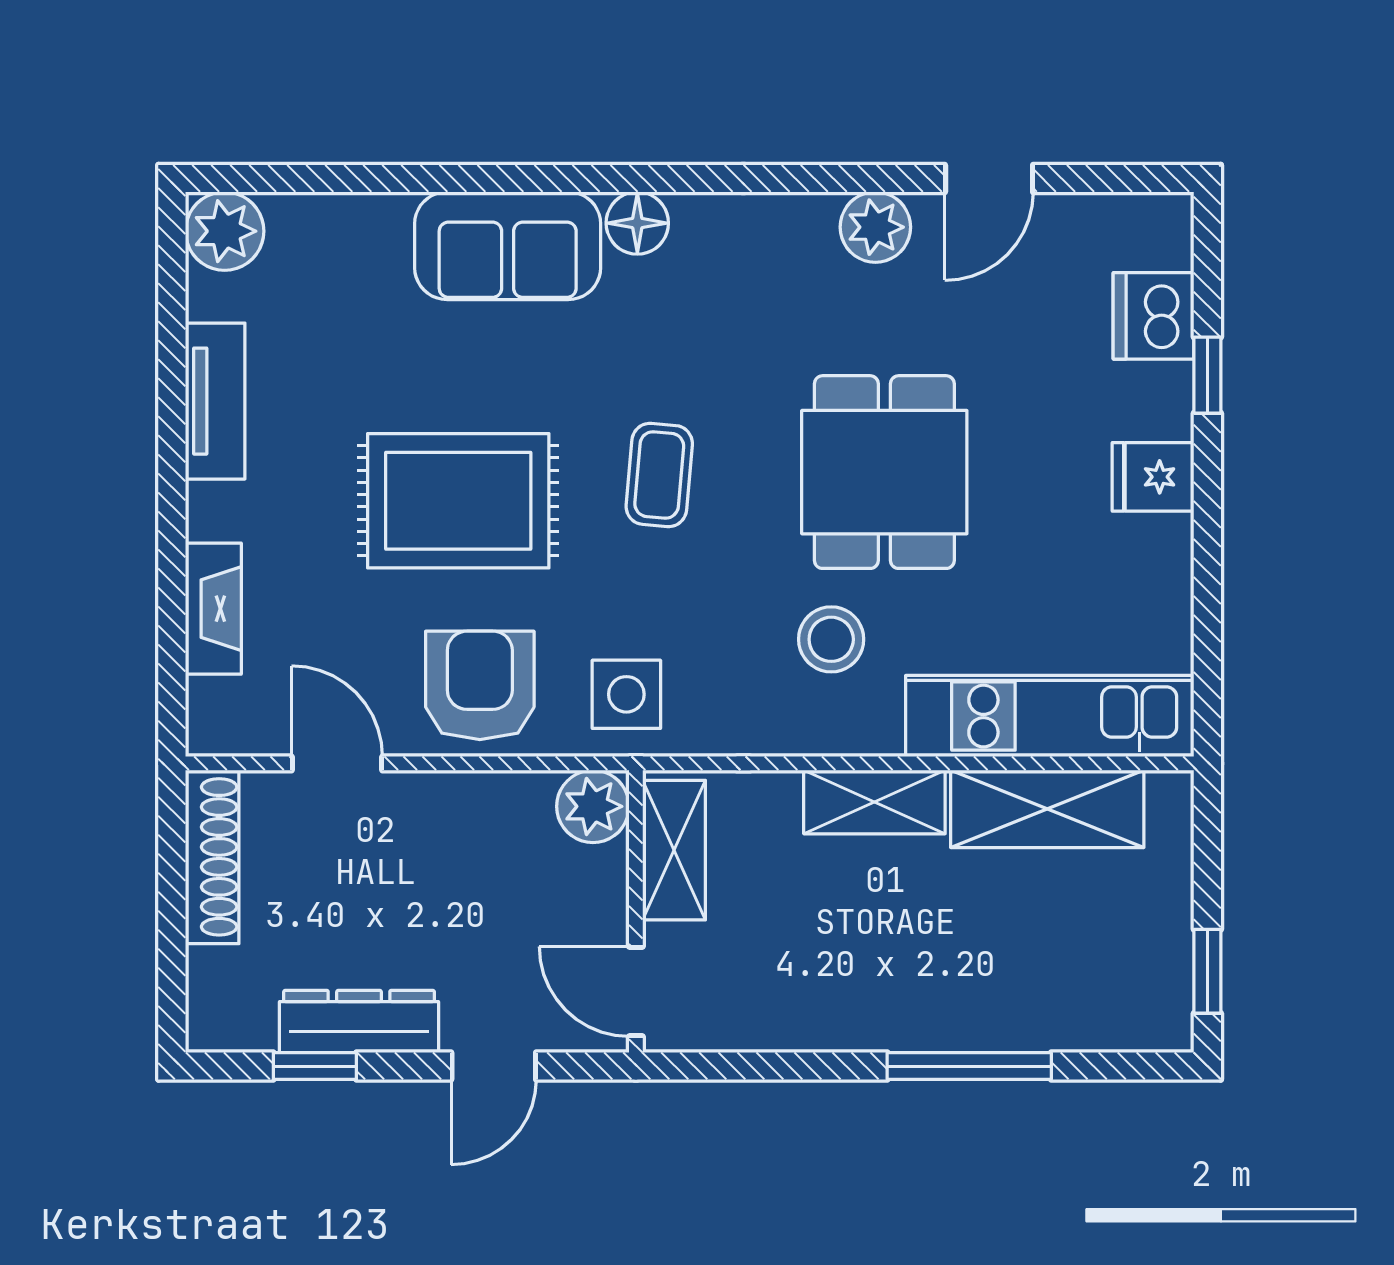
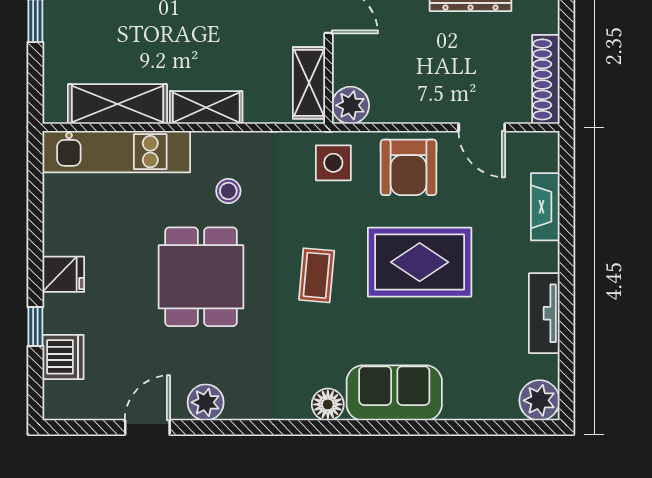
stool: (831, 639) -> (228, 191), width x0.73, depth x0.73

